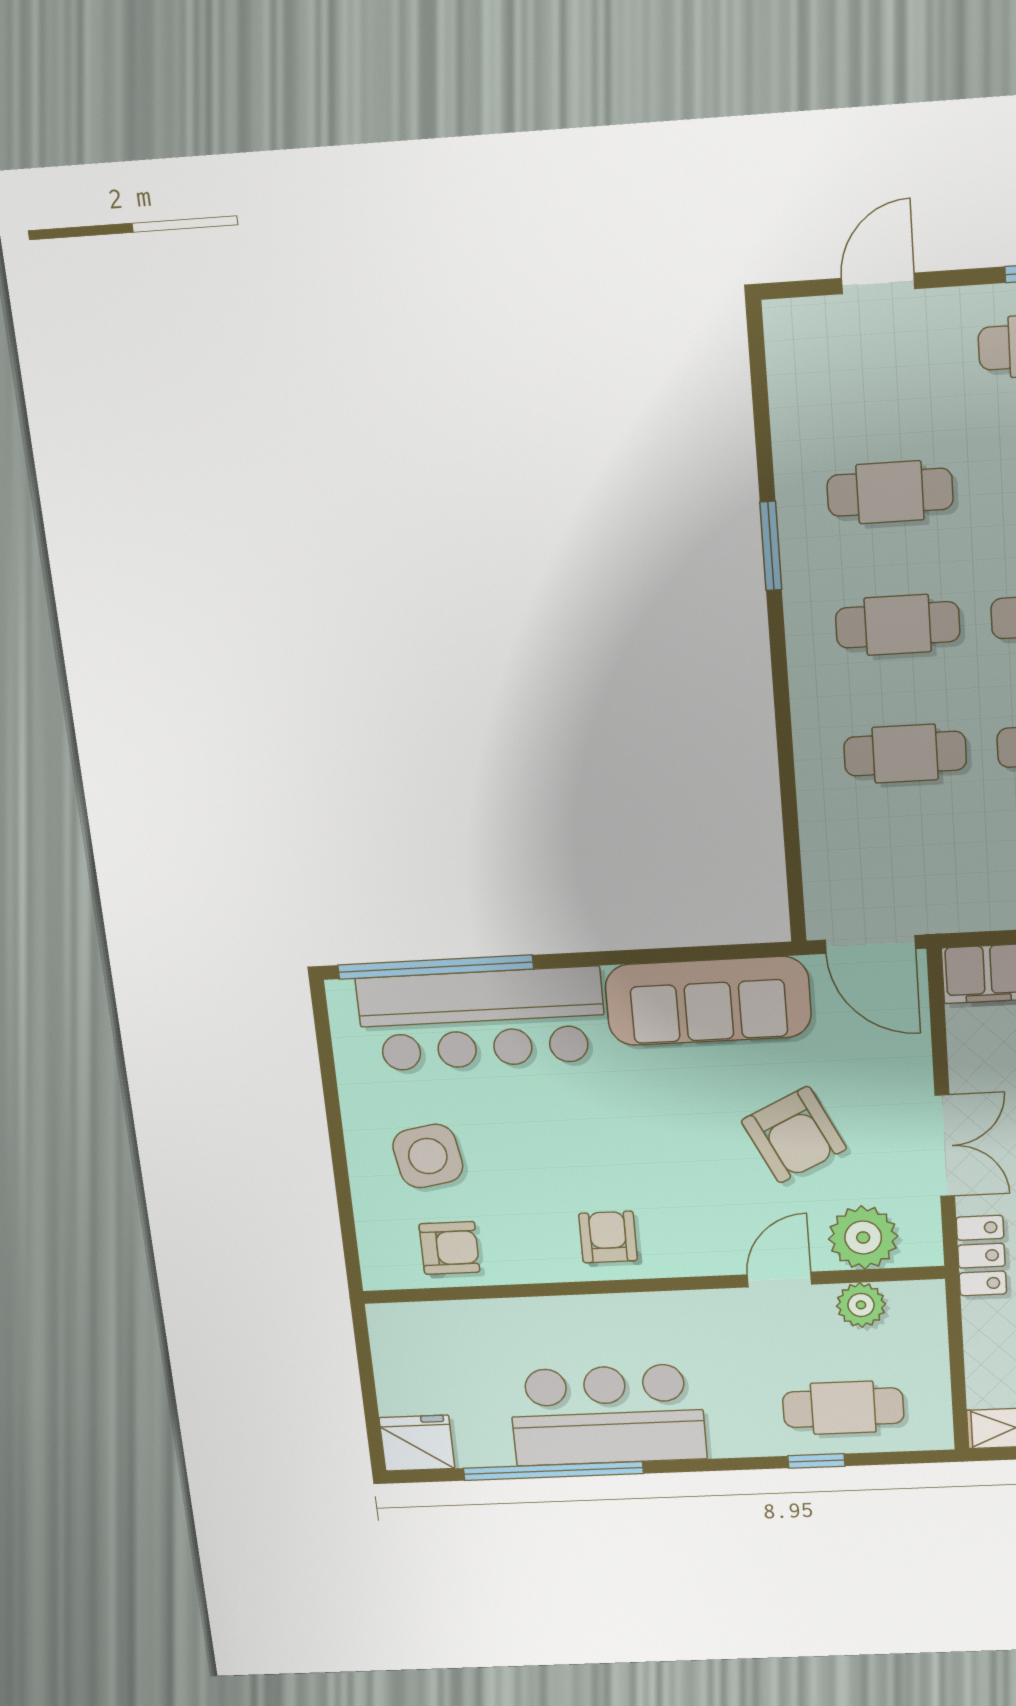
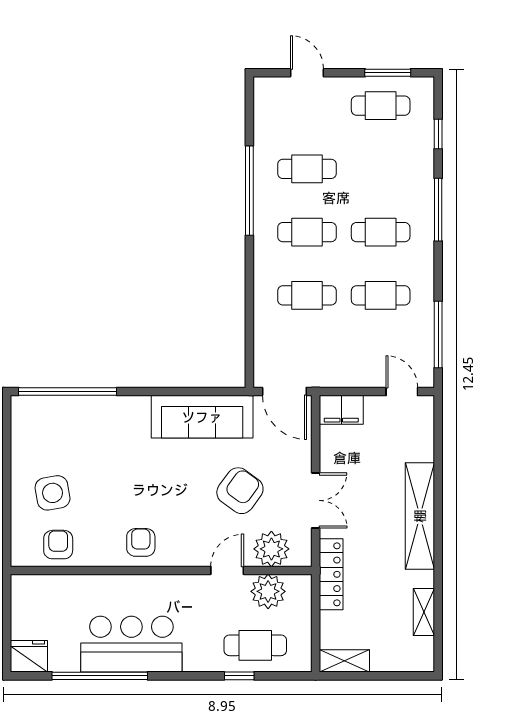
door: (878, 283) -> (307, 73), hinge flipped
window: (771, 546) -> (249, 191), width x2.11
bar counter: (482, 1019) -> (88, 420), removed
armchair: (794, 1135) -> (240, 491), turned -118
armchair: (449, 1248) -> (58, 545), turned -90
locker: (981, 1256) -> (331, 574), width x1.53
plant: (861, 1305) -> (268, 591), width x1.36, depth x1.36

